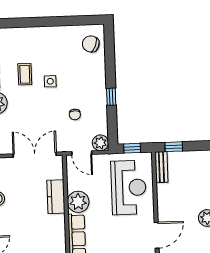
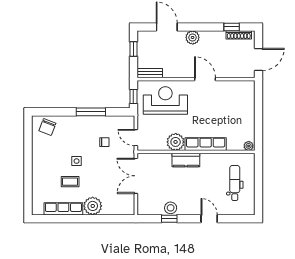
window: (111, 97) -> (91, 112), width x2.17
plant: (100, 143) -> (128, 122), removed
window: (174, 147) -> (133, 49), moved
door: (82, 153) -> (136, 138), swing flipped
kitchen counter: (56, 197) -> (186, 160), moved

